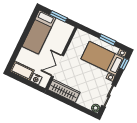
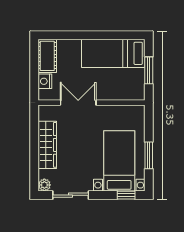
wardrobe: (64, 91) -> (47, 145), moved

